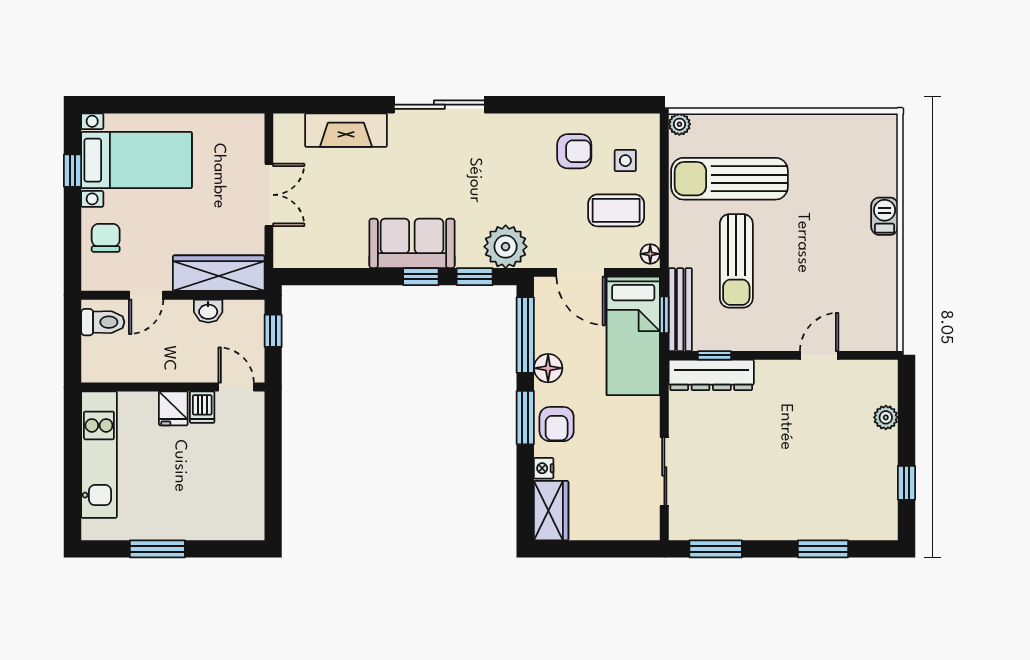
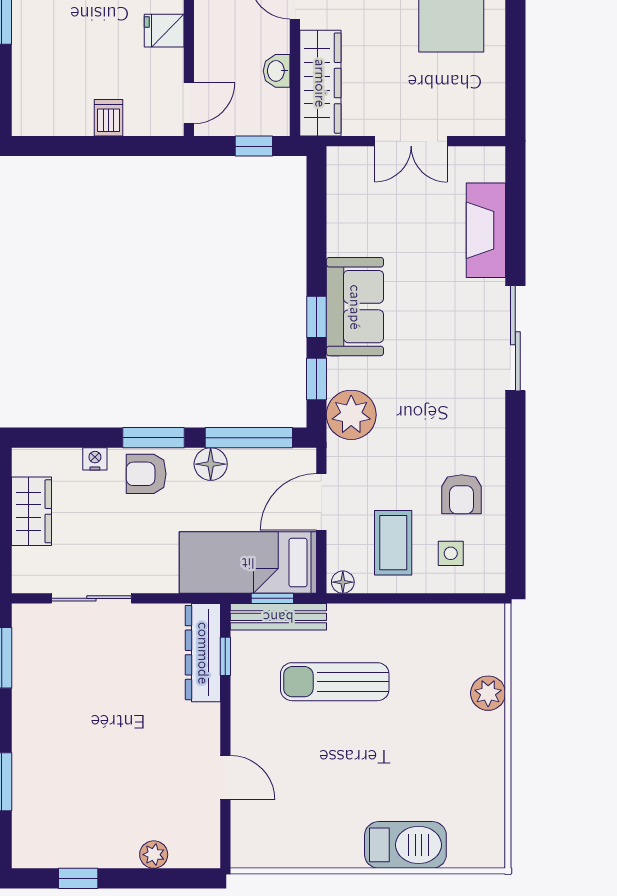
plant: (679, 124) -> (488, 693), moved, width x1.38, depth x1.38
sun lounger: (730, 179) -> (430, 674), removed
barbecue: (885, 216) -> (405, 845), width x1.88, depth x1.53
dishwasher: (202, 407) -> (108, 118), moved, turned 90
wardrobe: (551, 511) -> (32, 511), moved, turned -90

